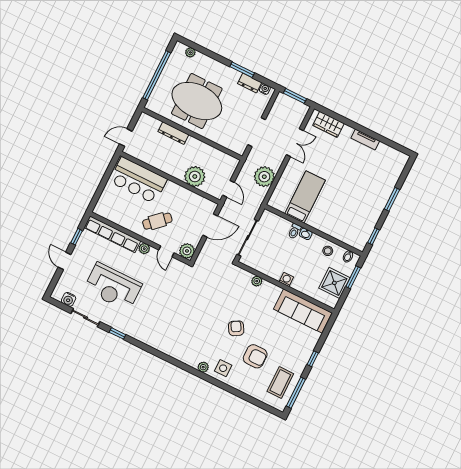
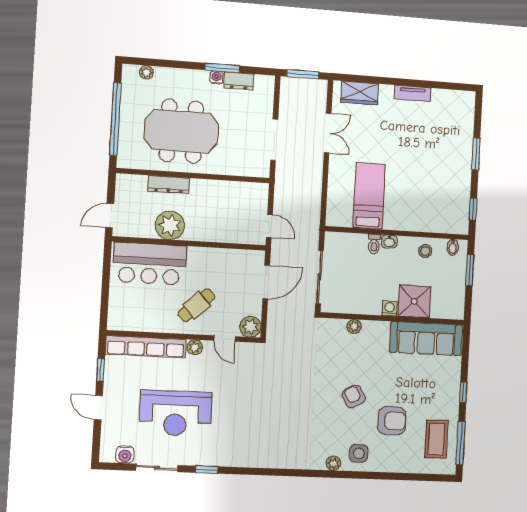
water cooler: (265, 89) -> (216, 77), moved
plant: (195, 176) -> (170, 225), moved
plant: (264, 177) -> (308, 192), removed
shower: (334, 283) -> (414, 301), moved

